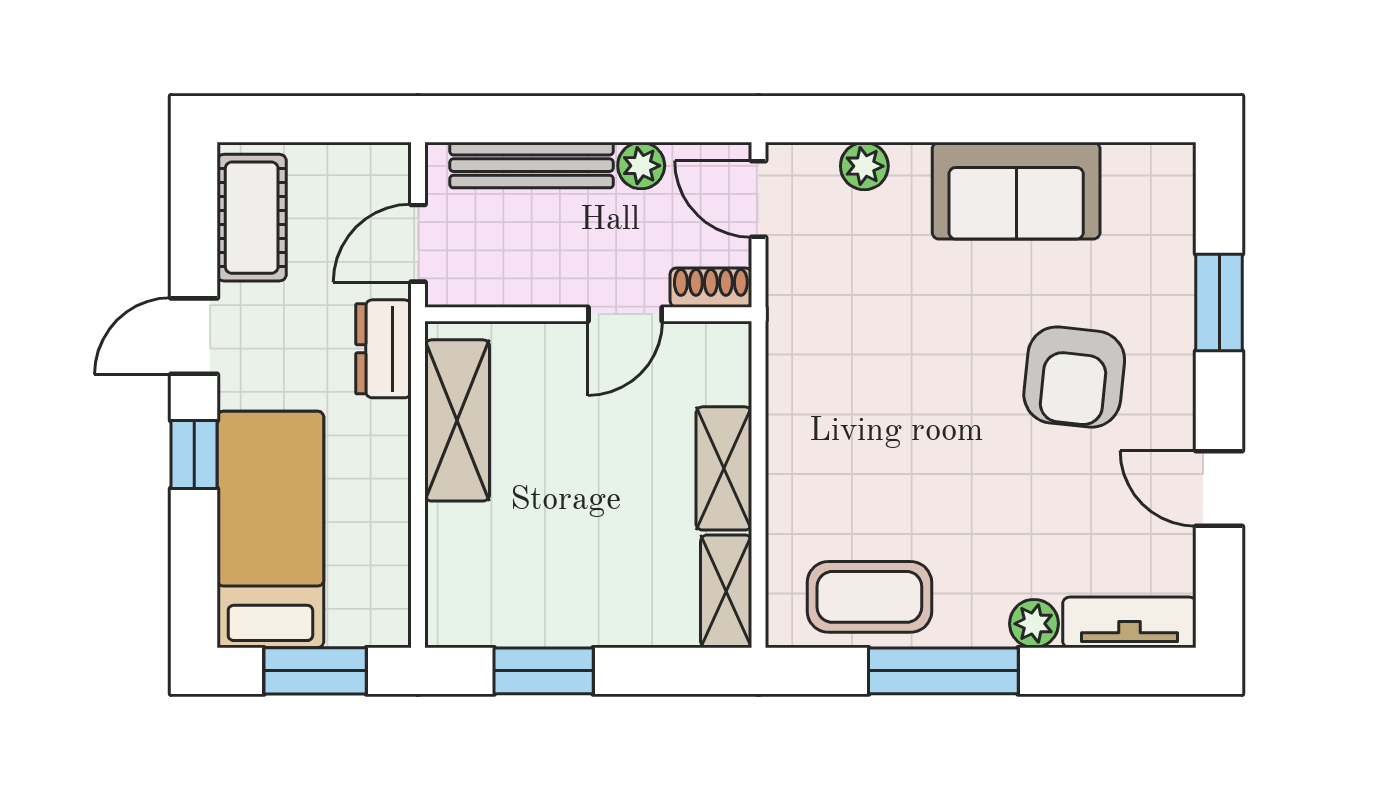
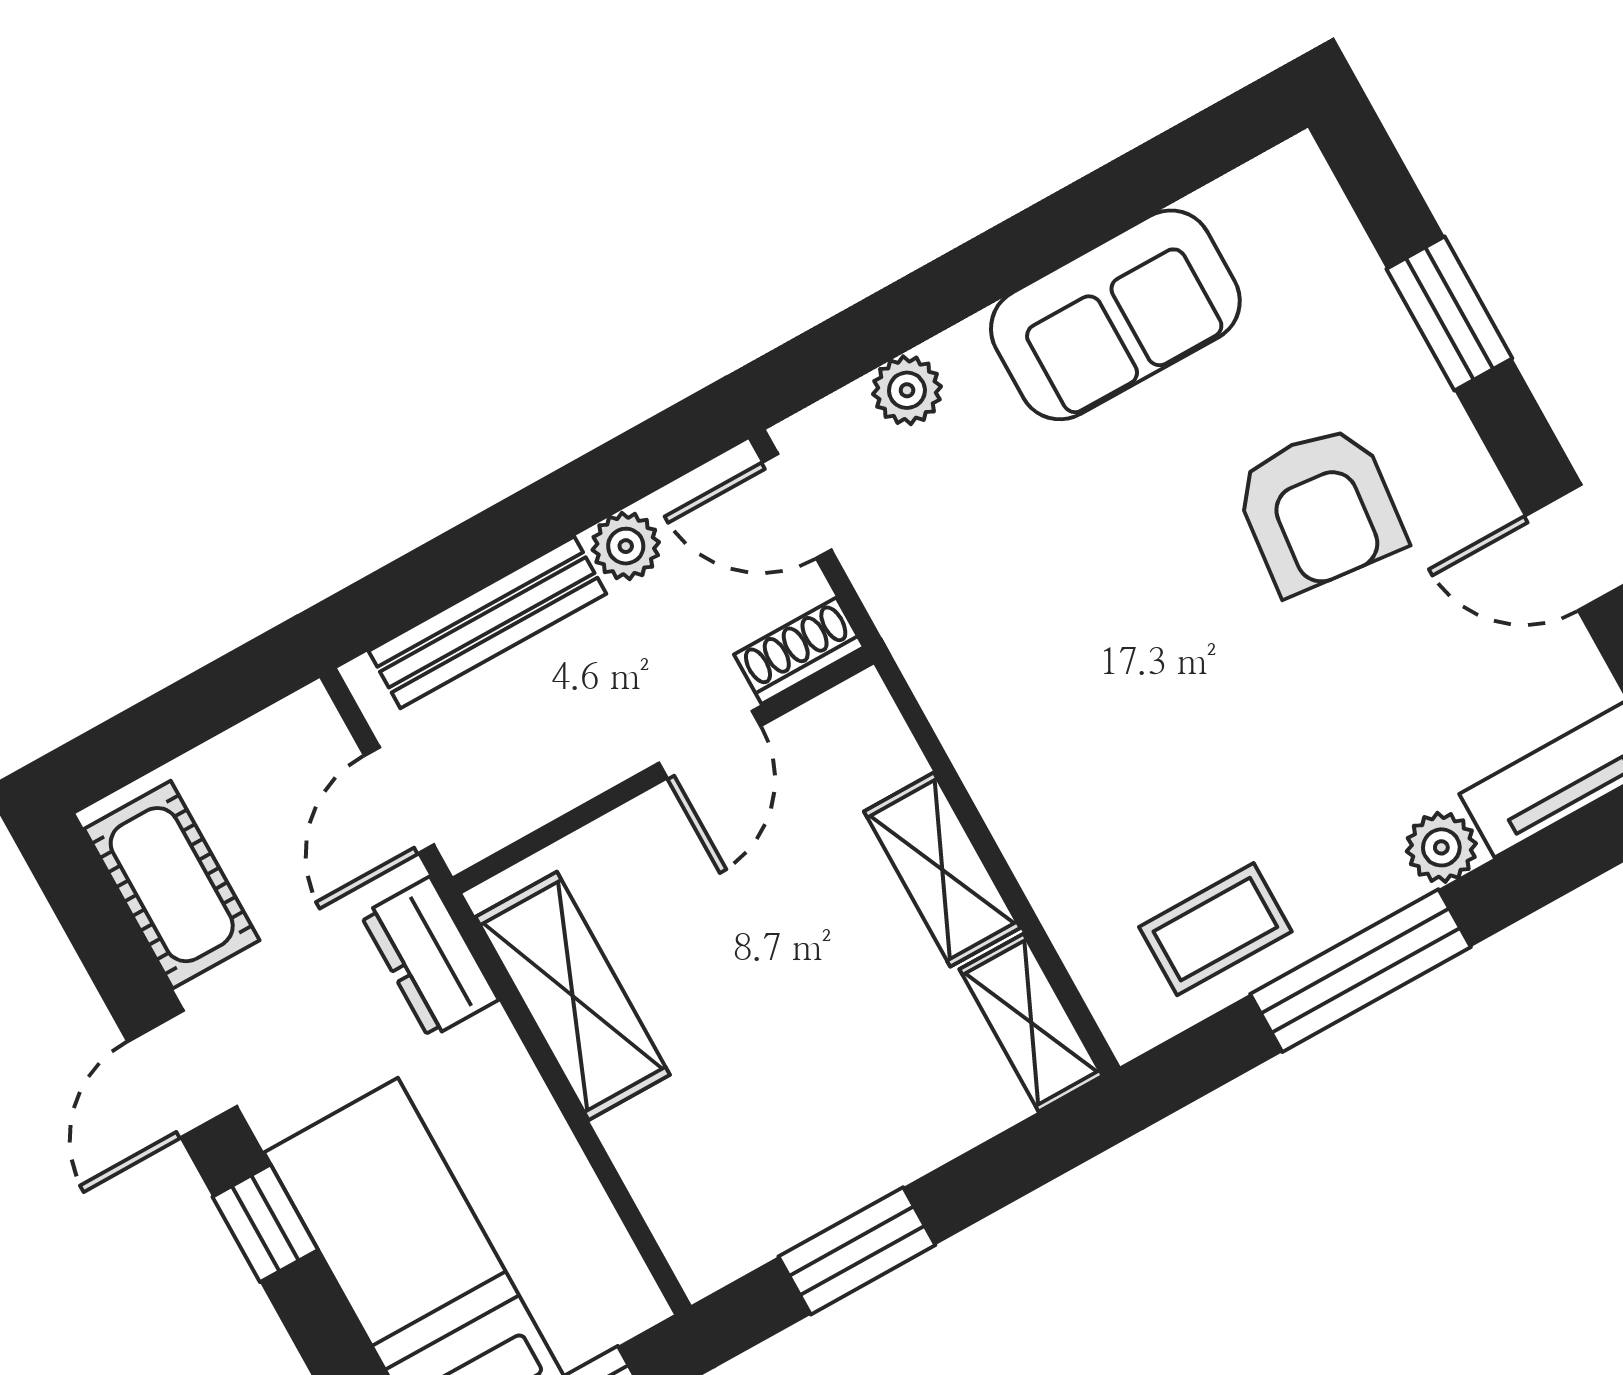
coffee table: (869, 597) -> (1215, 929), width x0.73, depth x0.77

